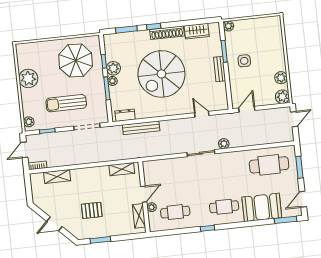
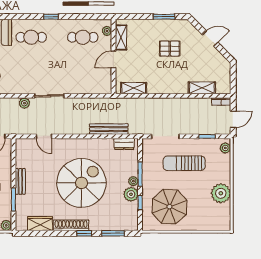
sun lounger: (66, 103) -> (184, 163), turned 180
plant: (152, 207) -> (107, 31), moved

